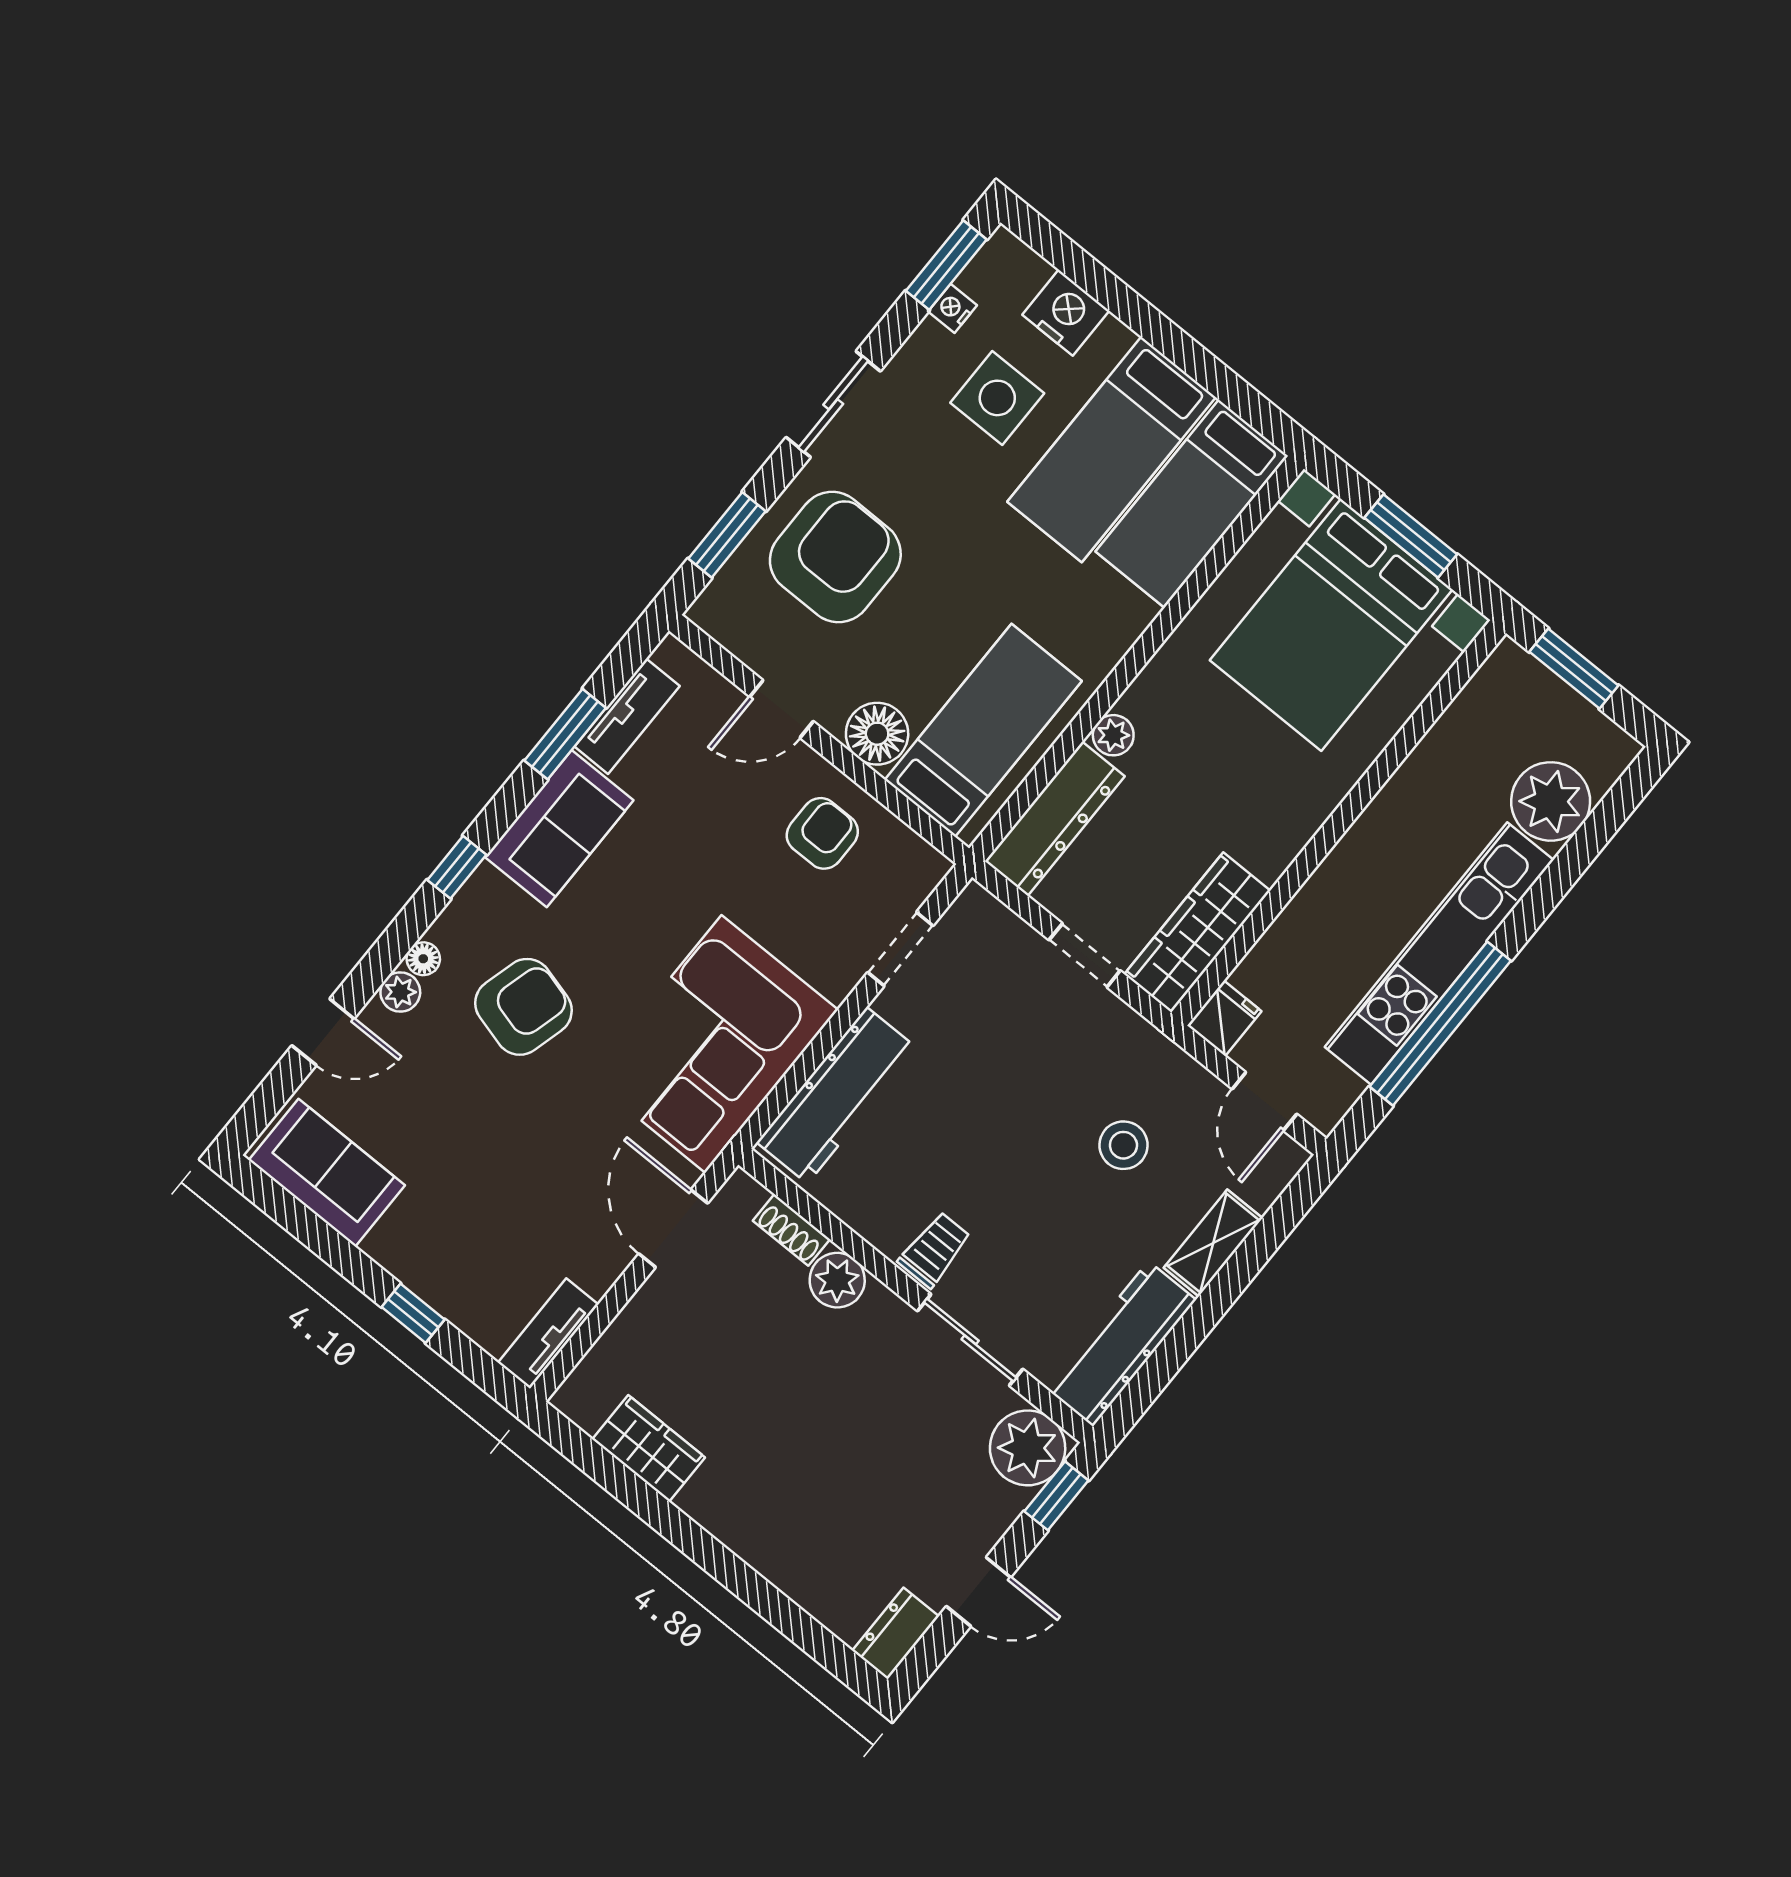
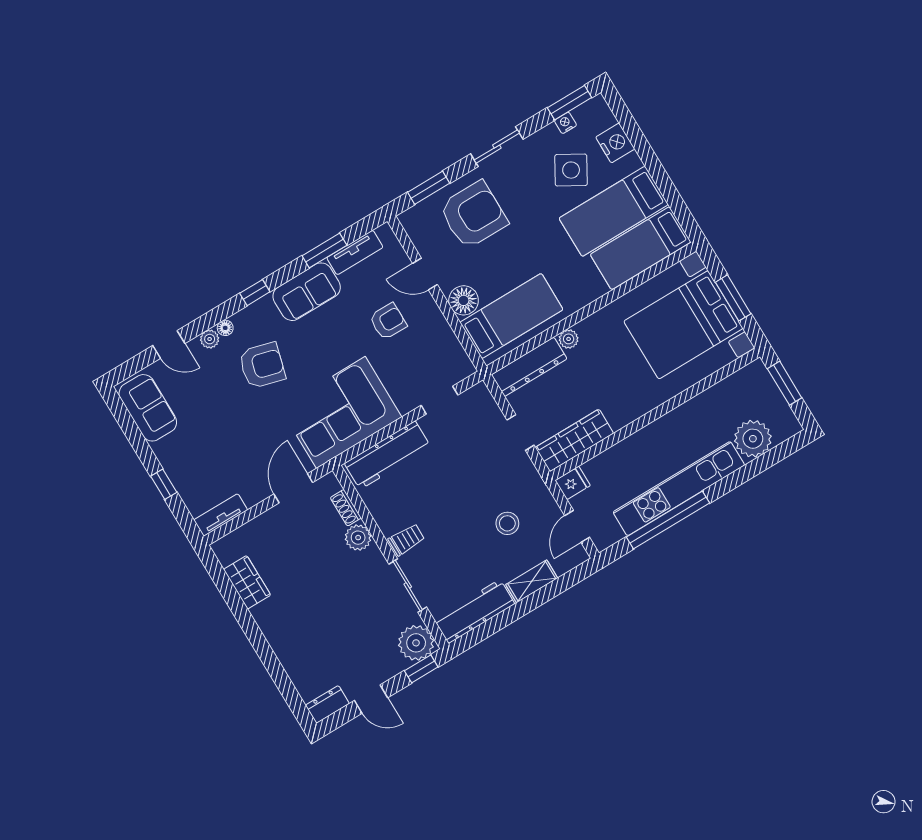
side table: (997, 398) -> (571, 170), turned 30
armchair: (822, 833) -> (388, 321), moved

